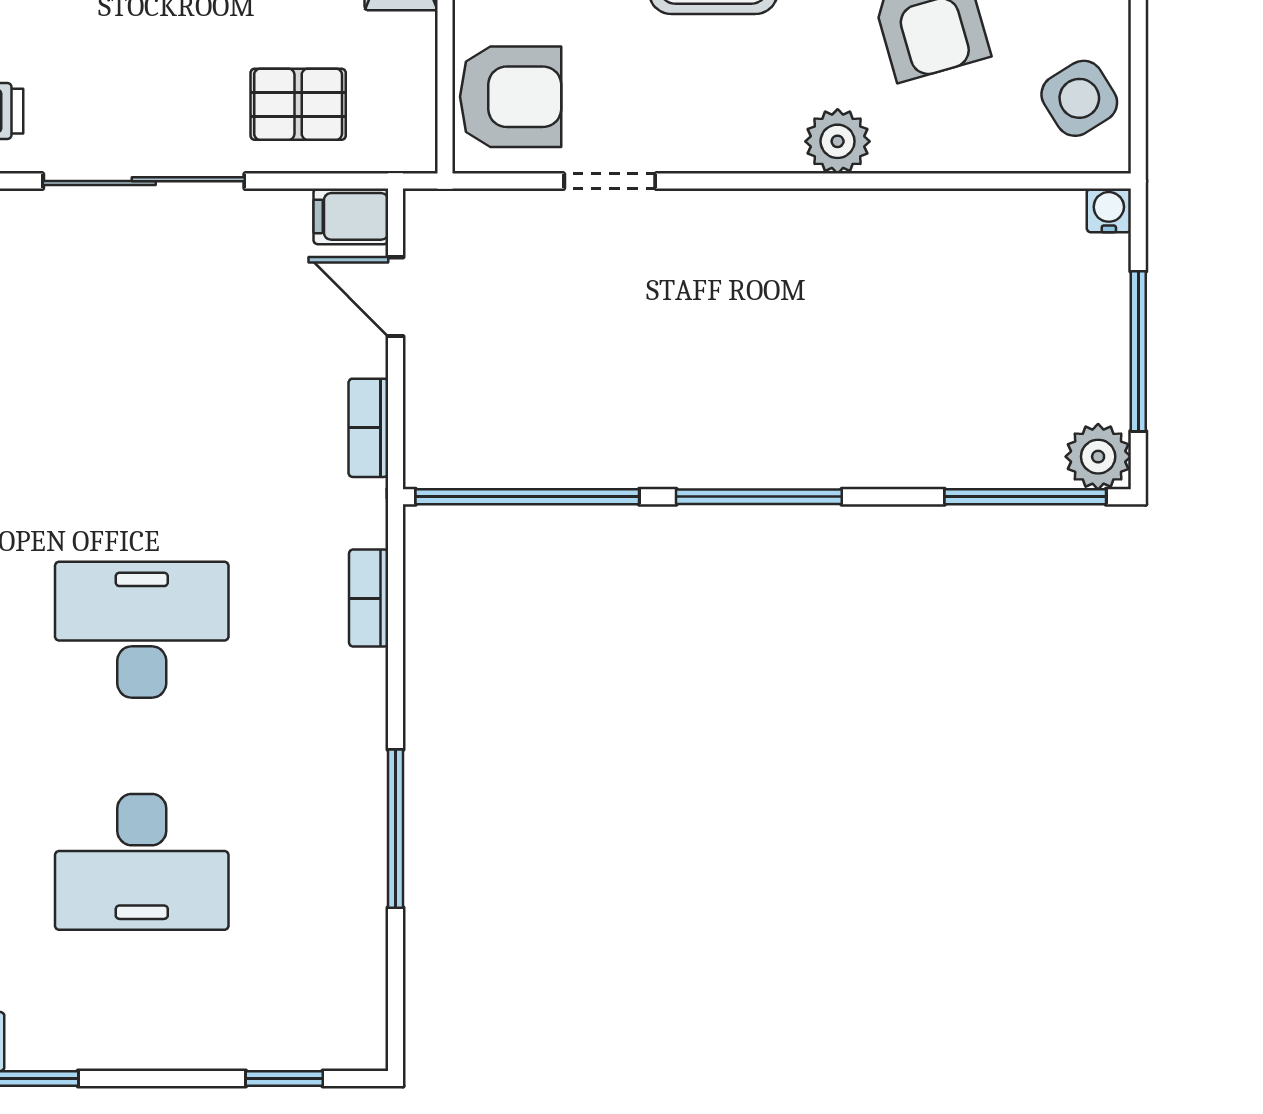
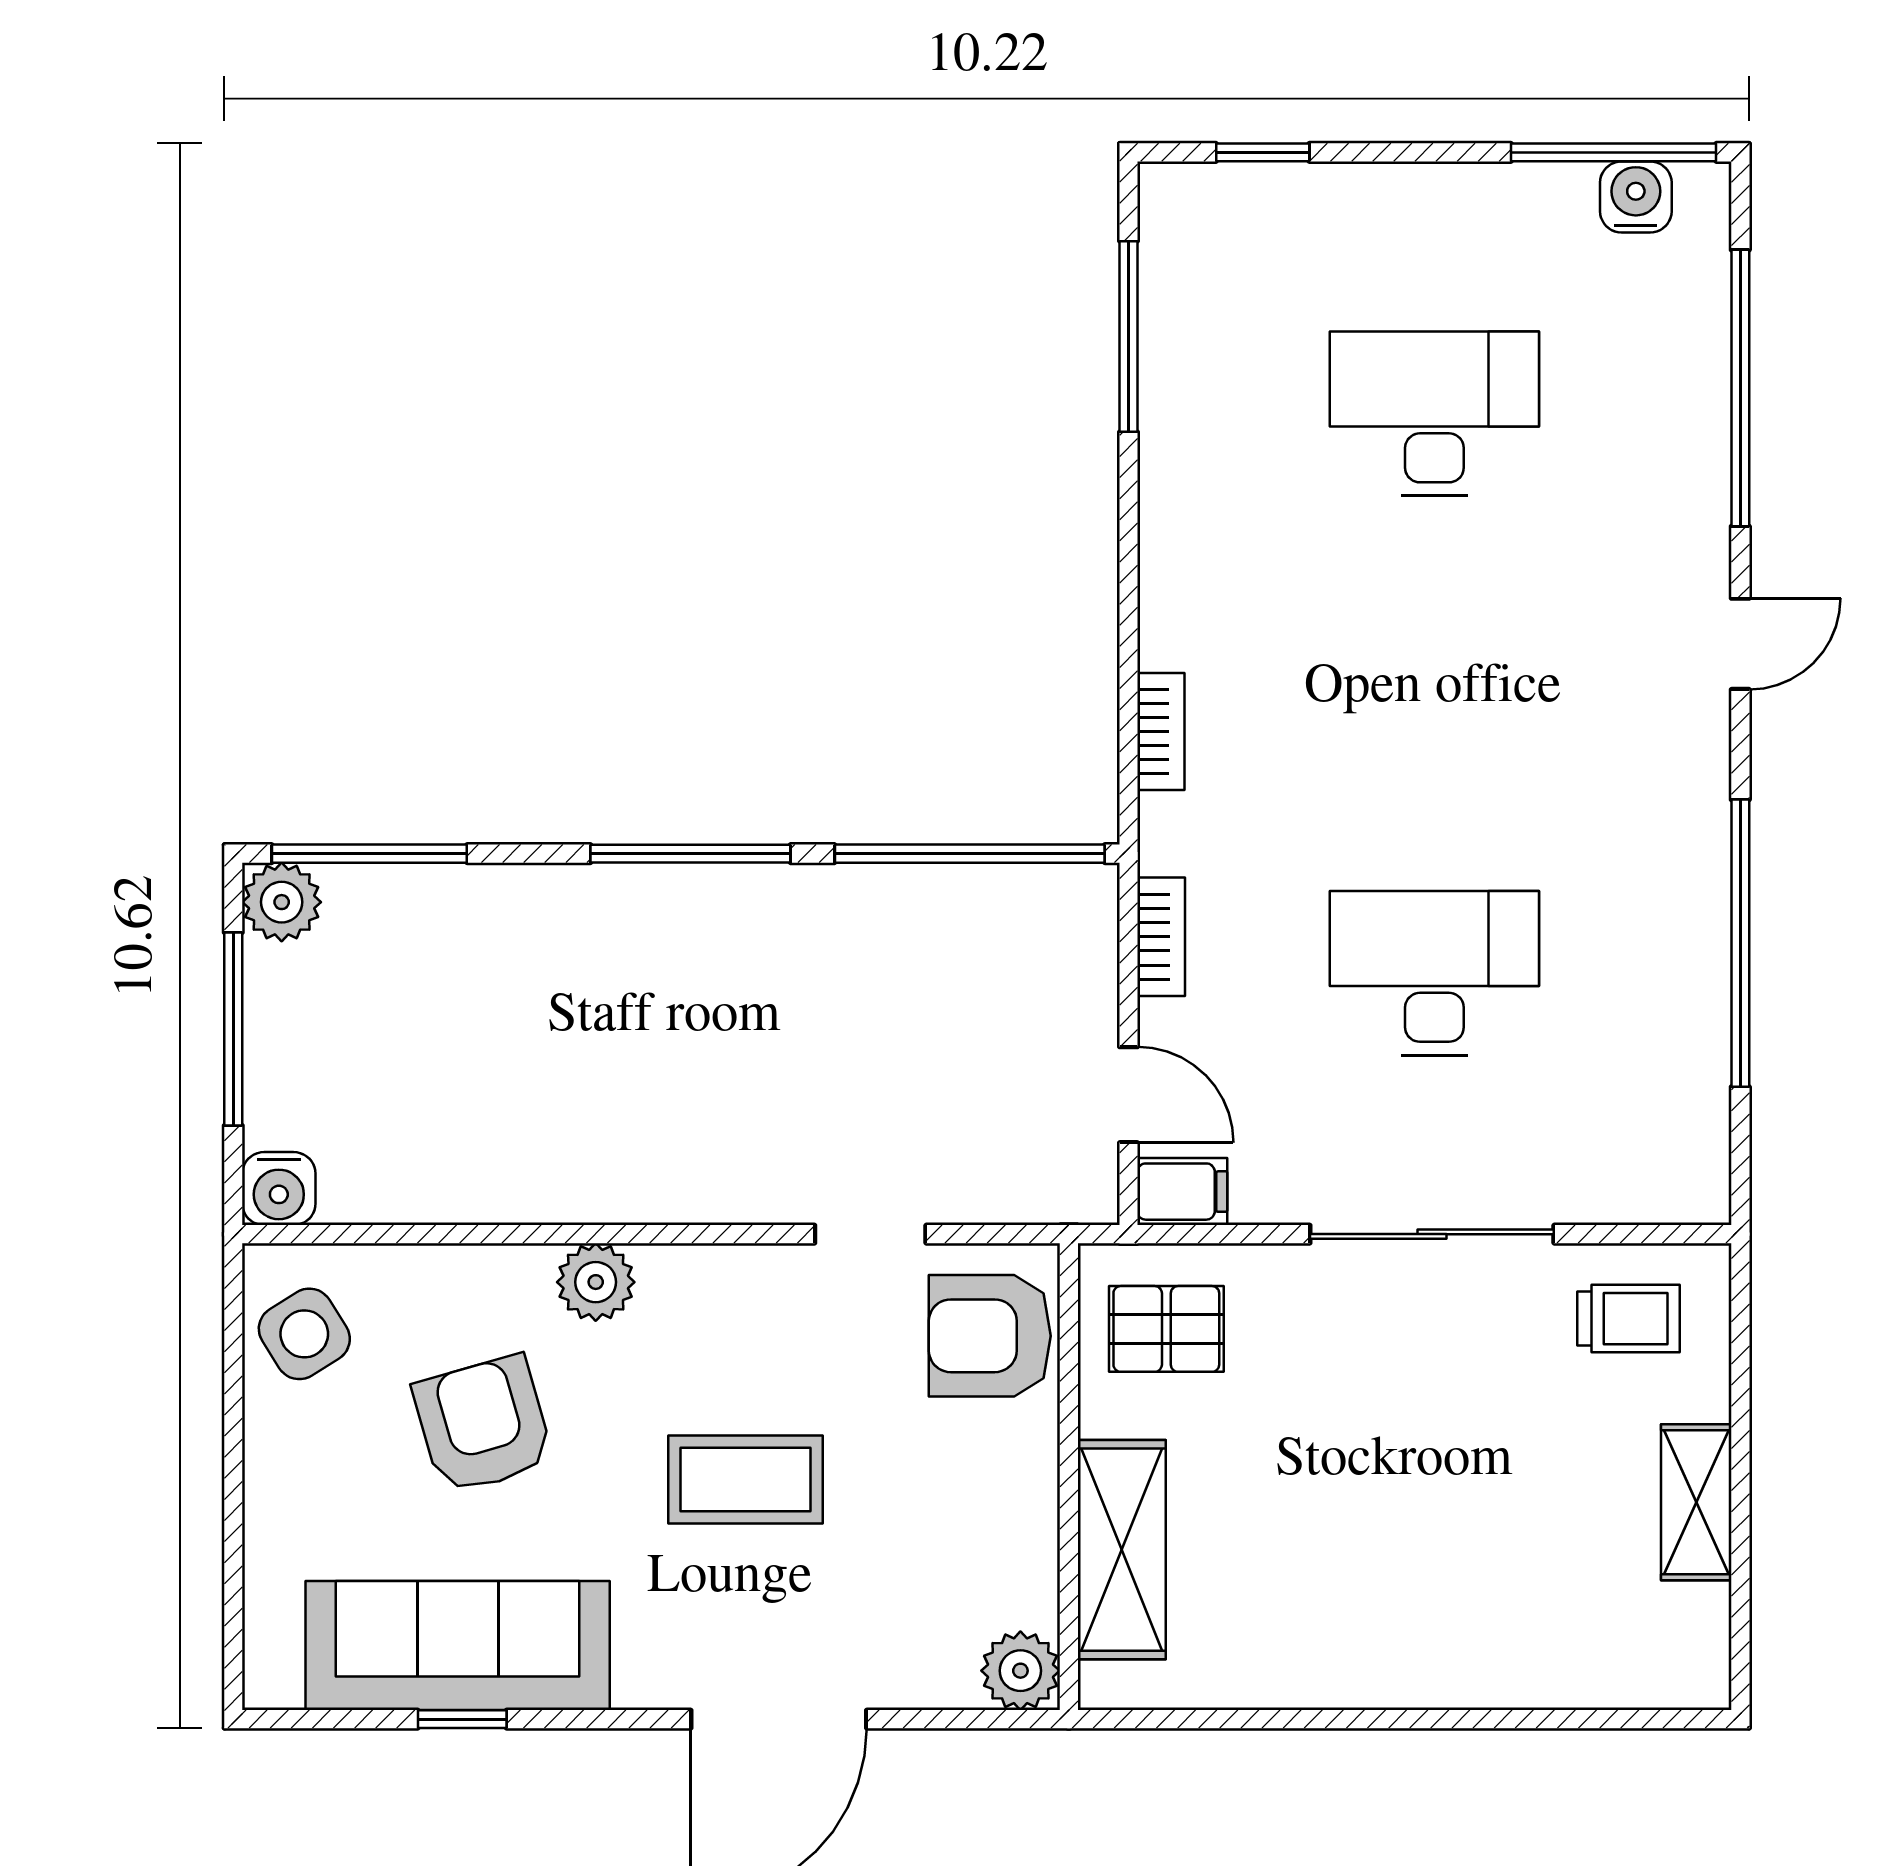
pallet: (298, 104) -> (1166, 1329), moved
water cooler: (1109, 210) -> (279, 1189), width x1.38, depth x1.38
desk: (142, 630) -> (1434, 973), moved, turned 180
window: (396, 829) -> (1129, 336), moved

